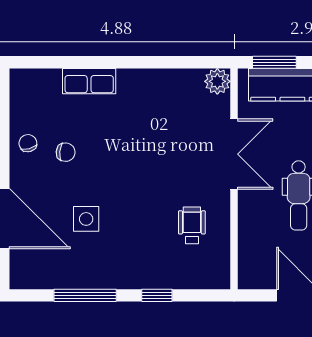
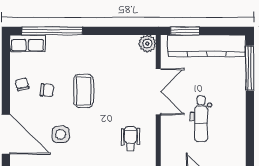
window: (73, 62) -> (52, 31), added
row of seats: (89, 81) -> (27, 43), moved
coffee table: (121, 153) -> (84, 91), added

